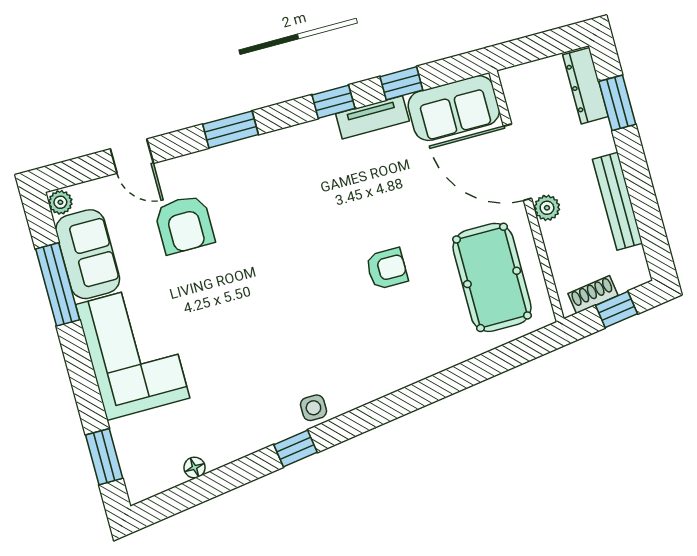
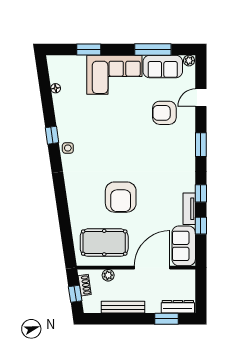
plant: (547, 208) -> (108, 275), moved
armchair: (387, 269) -> (121, 197), width x1.88, depth x1.88
window: (104, 457) -> (89, 50), moved

